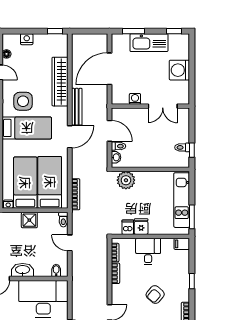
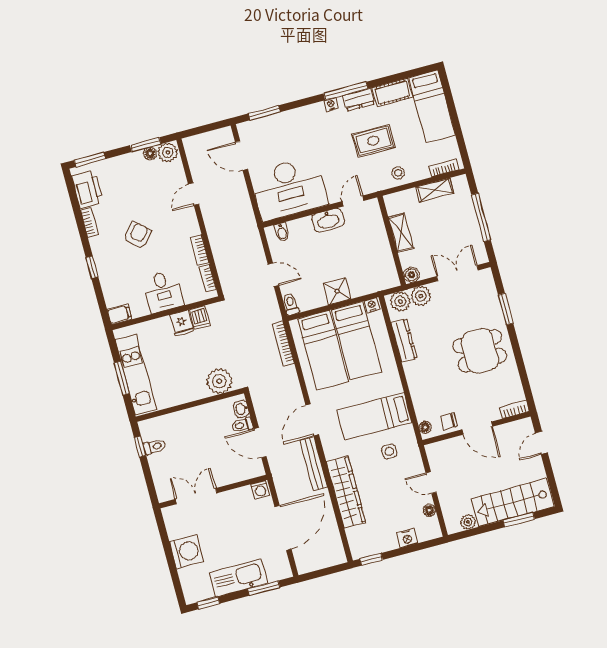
washing machine: (135, 99) -> (260, 490), moved
side table: (23, 101) -> (389, 451), width x0.54, depth x0.54
window: (192, 217) -> (122, 378), moved

